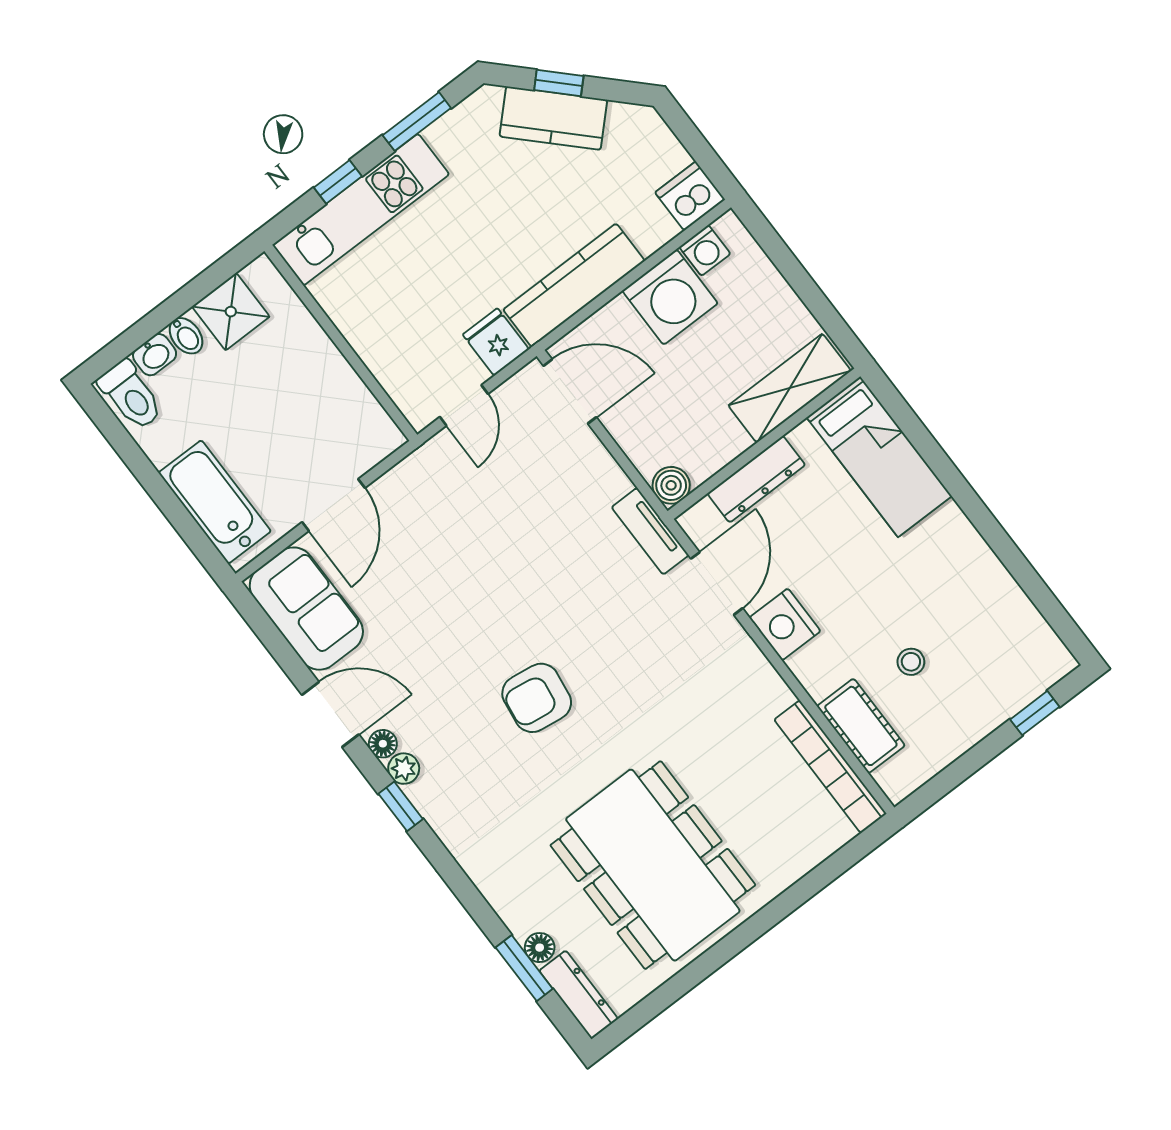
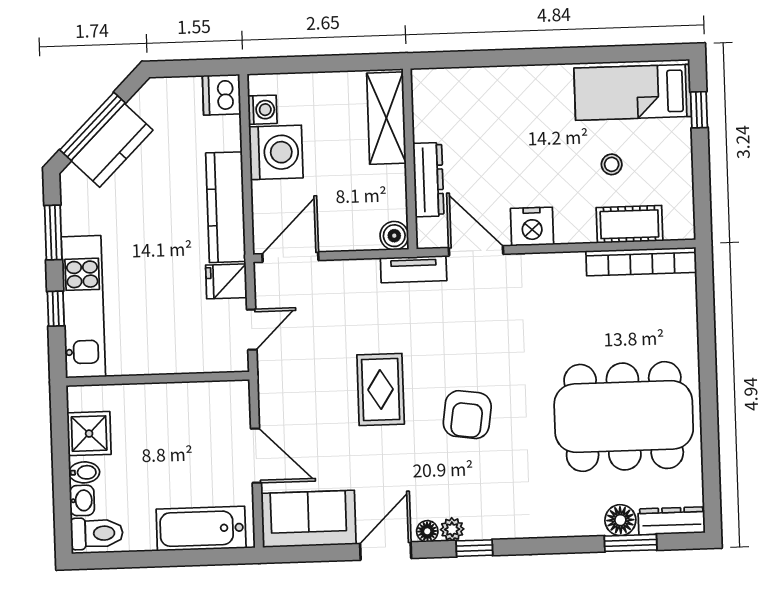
window: (559, 83) -> (92, 126), width x2.17
door: (464, 405) -> (252, 330), hinge flipped
bed: (879, 457) -> (633, 92), moved, turned 180
rug: (498, 587) -> (381, 390), added
floor lamp: (540, 948) -> (620, 520), width x1.37, depth x1.37

